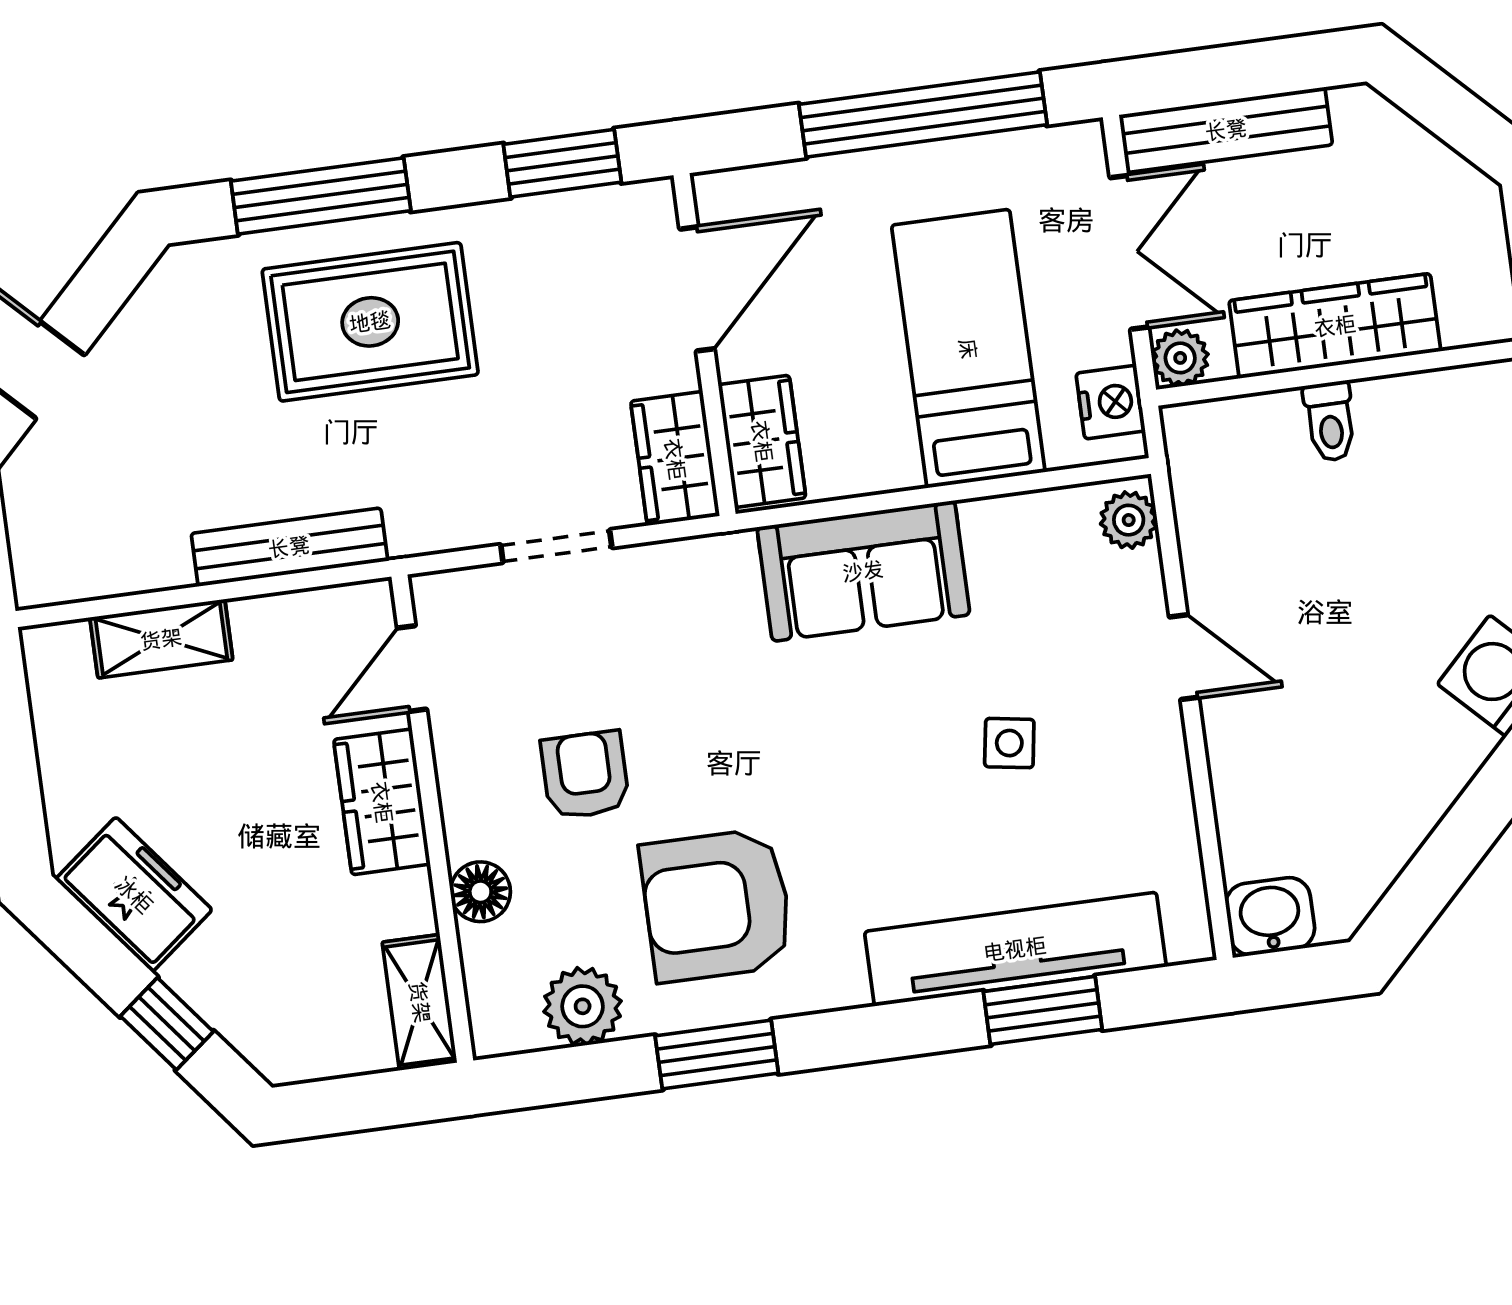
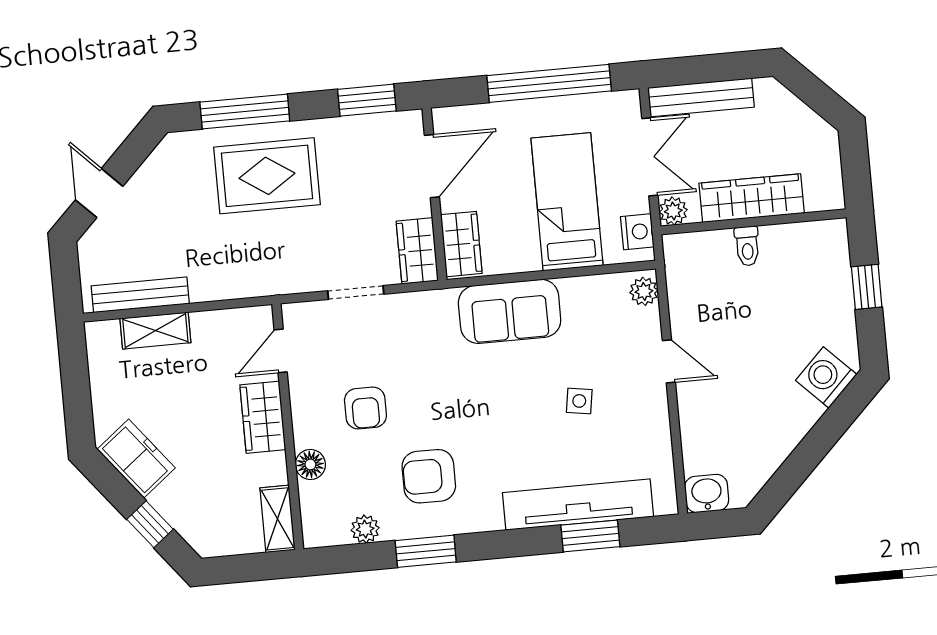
bench: (289, 547) -> (140, 295), moved
armchair: (585, 775) -> (365, 408), turned 180
armchair: (717, 905) -> (429, 476), width x0.73, depth x0.73
plant: (583, 1006) -> (365, 529), width x0.73, depth x0.73

